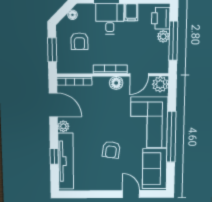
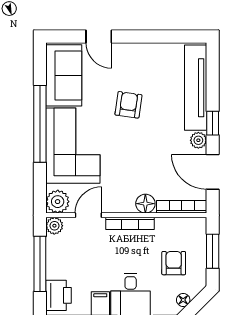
plant: (163, 36) -> (54, 226), moved
floor lamp: (116, 83) -> (145, 204), moved
window: (54, 156) -> (213, 123), moved

